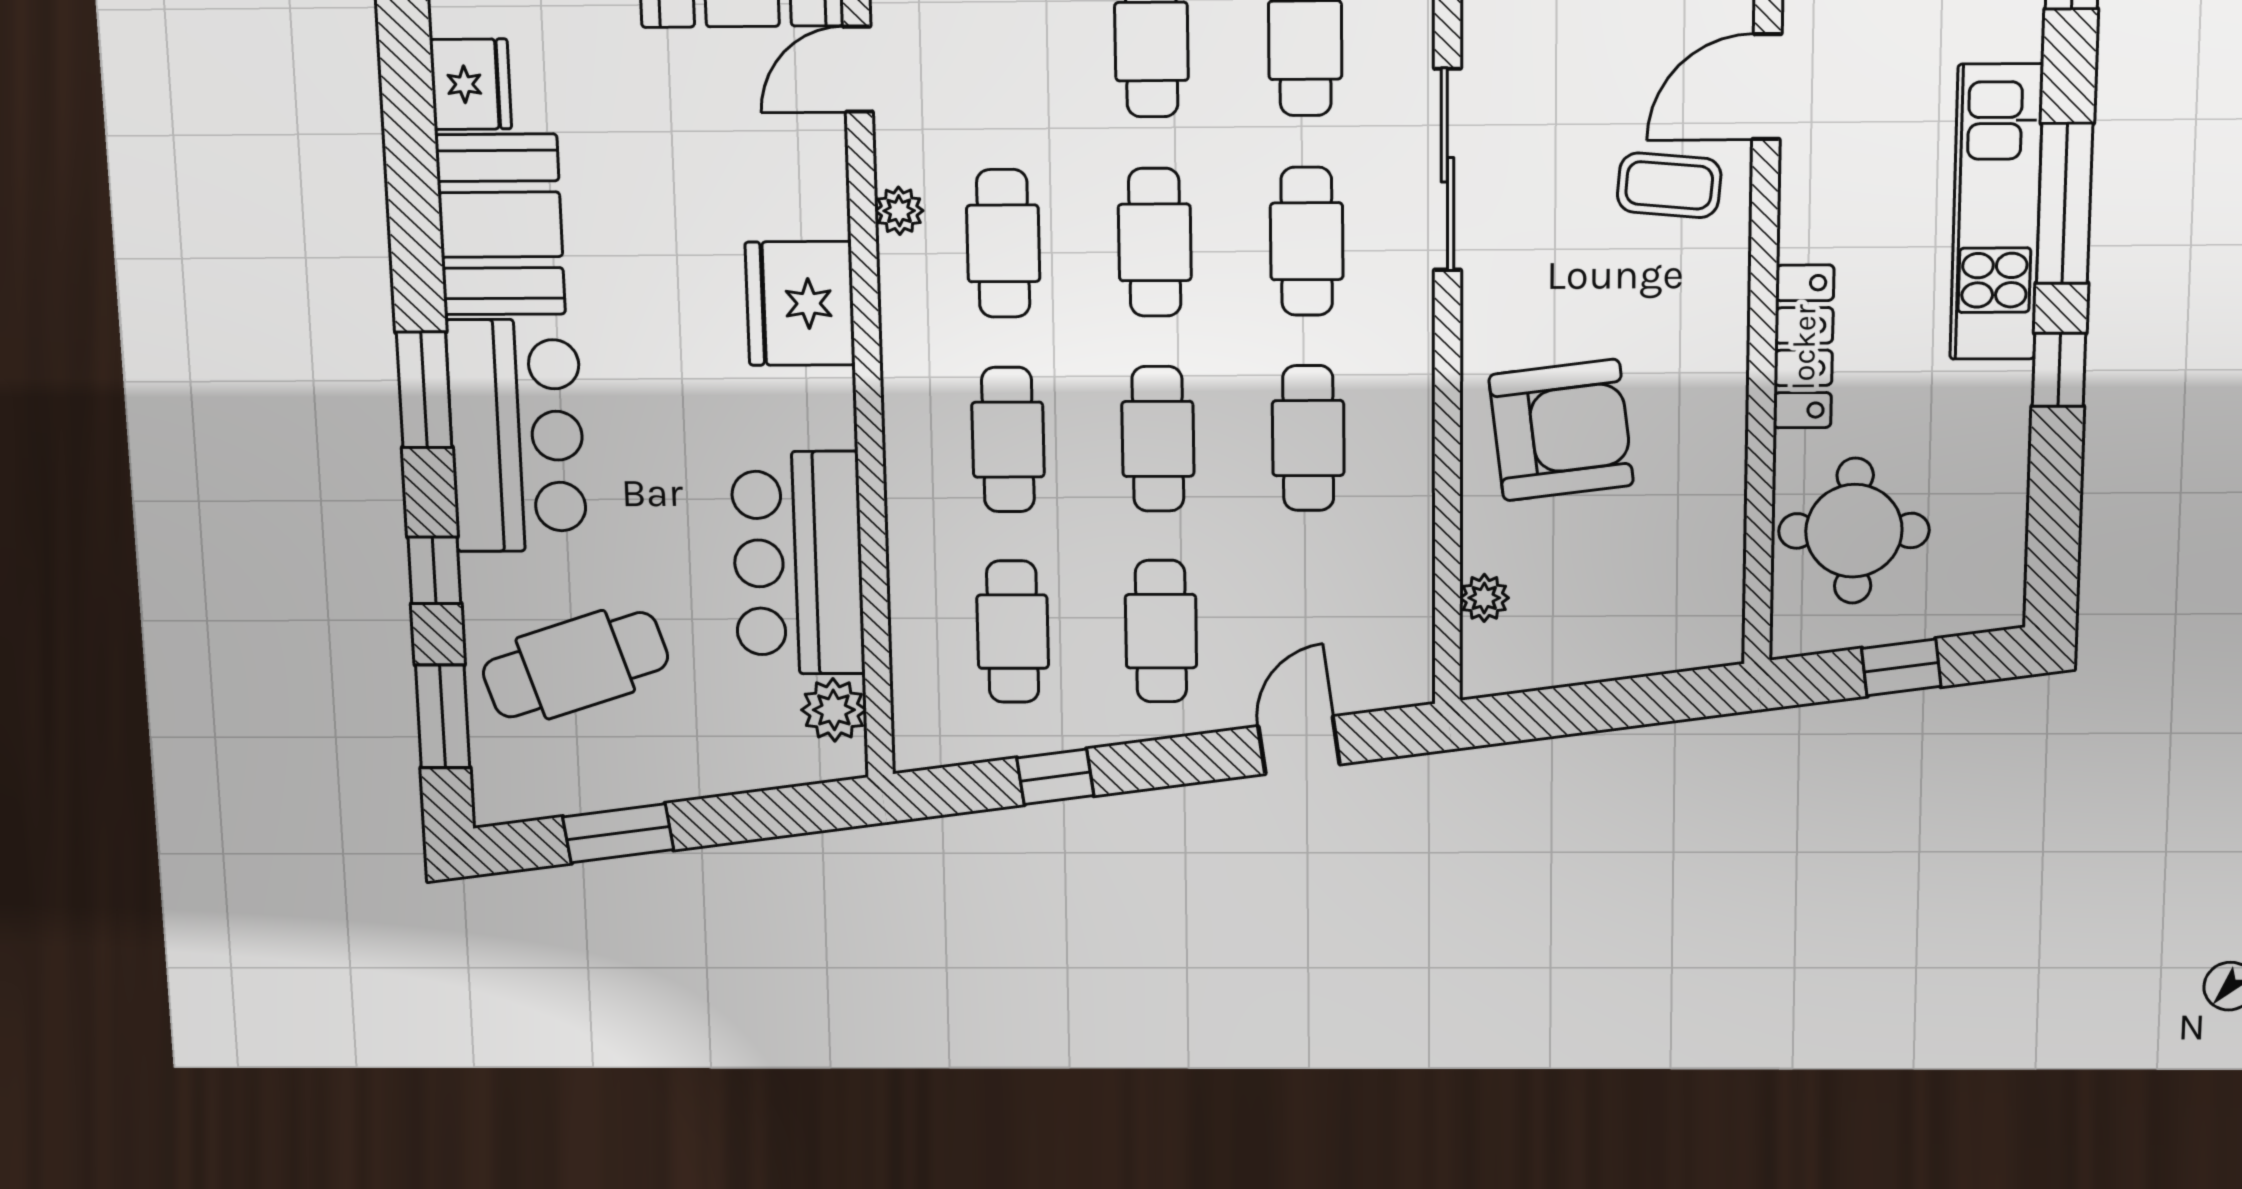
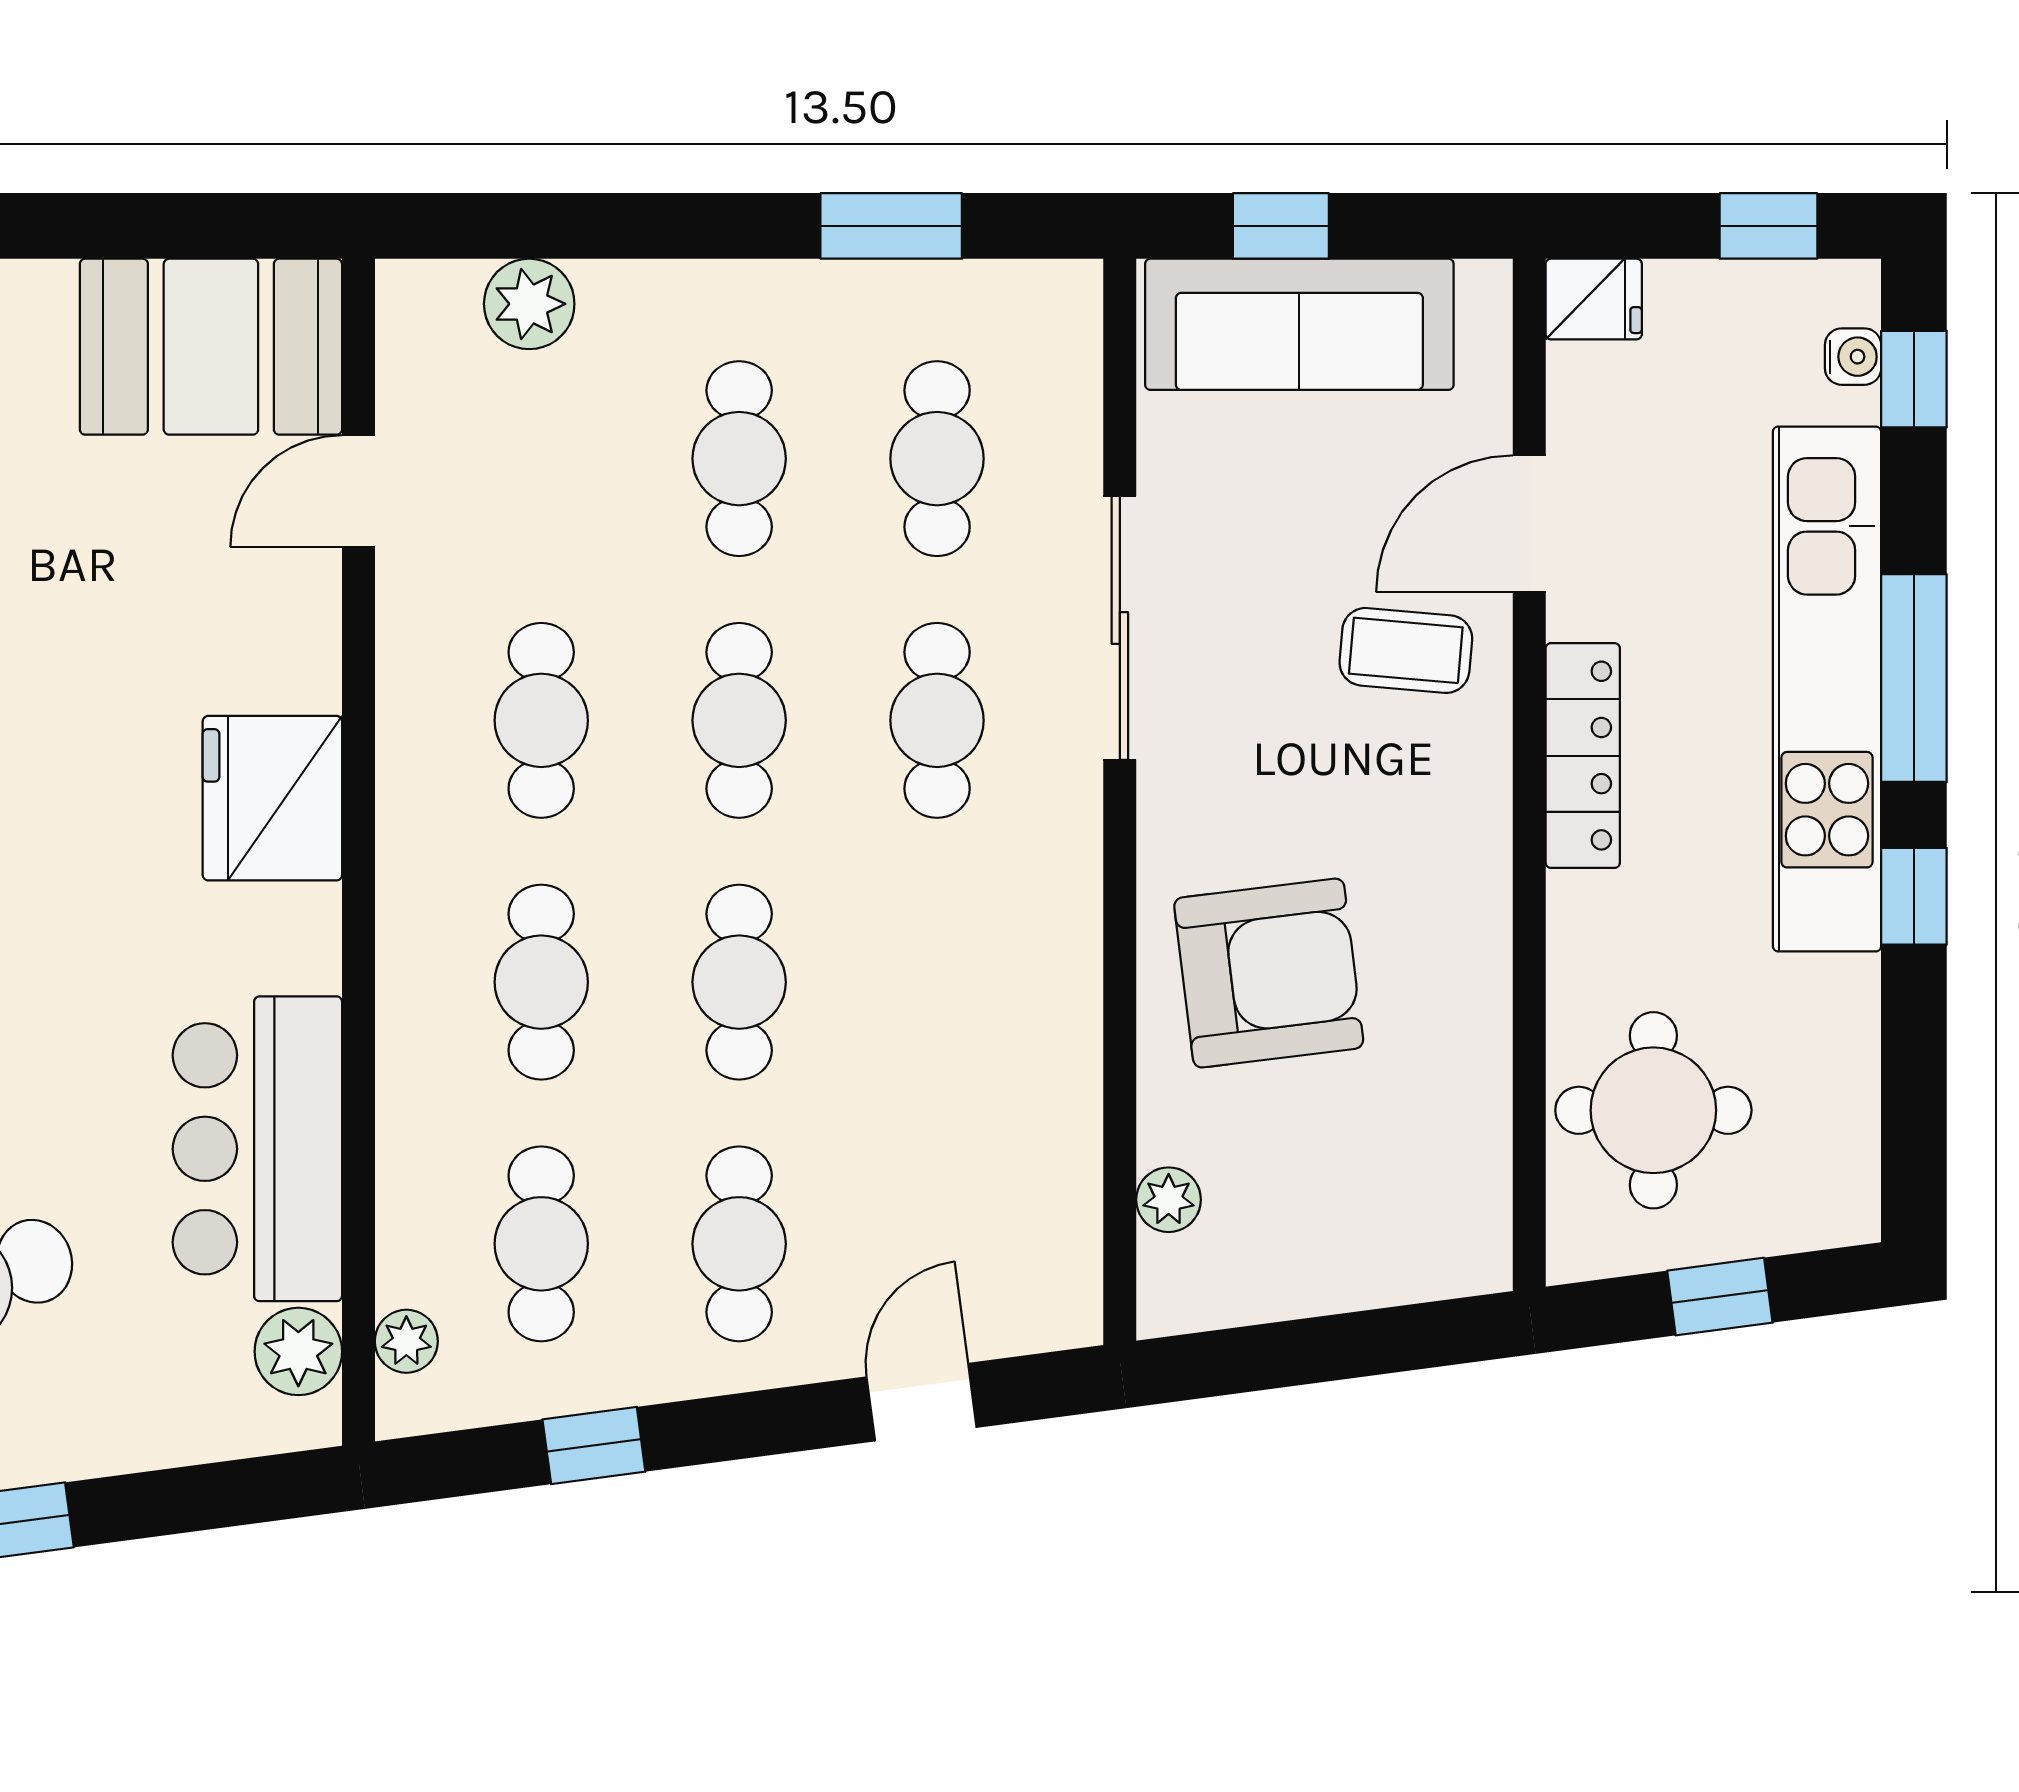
plant: (899, 211) -> (406, 1341), moved
kitchen unit: (1996, 213) -> (1827, 689), width x1.36
locker: (1804, 347) -> (1583, 756), moved
cafe table: (1308, 438) -> (937, 982), removed

